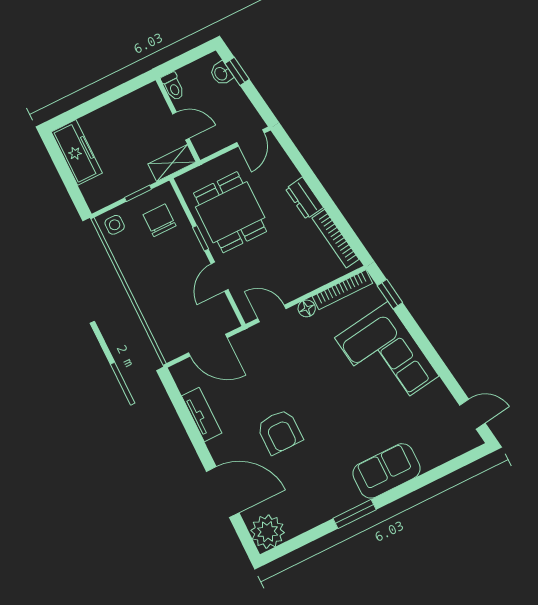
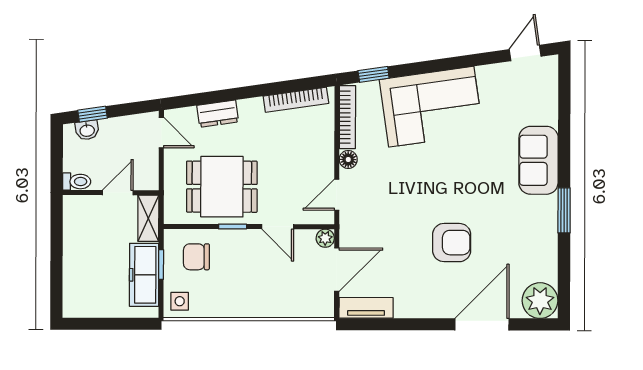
freezer: (77, 152) -> (144, 275), moved, turned -90
dresser: (304, 198) -> (218, 114), moved
plant: (230, 322) -> (325, 238), added
tv unit: (202, 414) -> (366, 308), moved

